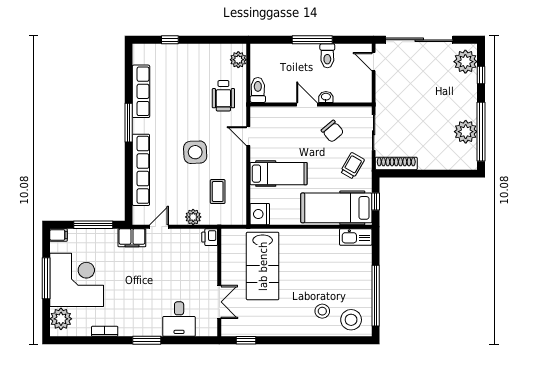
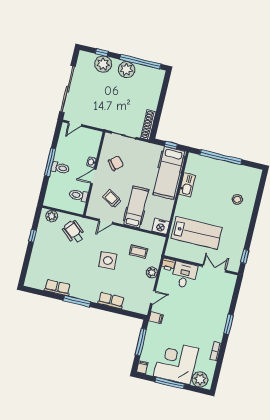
window: (170, 40) -> (33, 236), moved
toilet: (327, 56) -> (60, 168), moved
plant: (465, 62) -> (103, 64), moved
toilet: (258, 90) -> (78, 195), moved
row of seats: (141, 91) -> (57, 288), width x0.68
wheelchair: (223, 96) -> (74, 232), turned -139
plant: (466, 132) -> (126, 70), moved
trolley: (352, 166) -> (112, 199), moved
row of seats: (141, 170) -> (111, 300), width x0.50
door: (159, 227) -> (153, 297), swing flipped
kitchen sink: (356, 237) -> (187, 185), moved
filing cabinet: (132, 238) -> (156, 318), width x0.50
window: (376, 296) -> (221, 157), moved
desk: (179, 319) -> (184, 275), moved, turned -90
stool: (351, 320) -> (248, 181), removed

